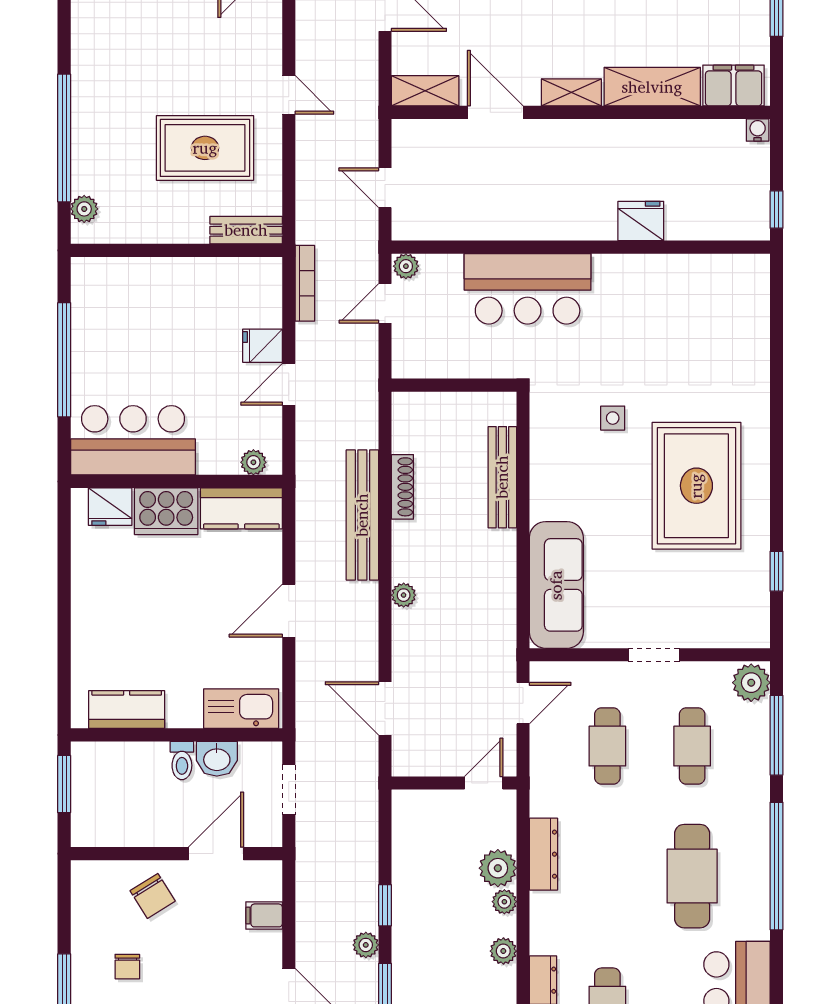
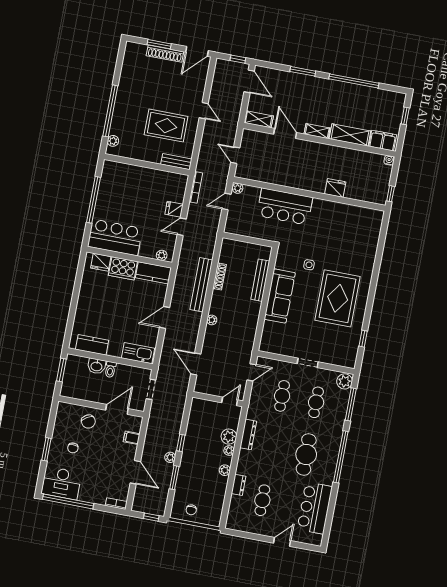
sofa: (556, 585) -> (280, 296), moved
washbasin: (217, 759) -> (97, 366), moved

